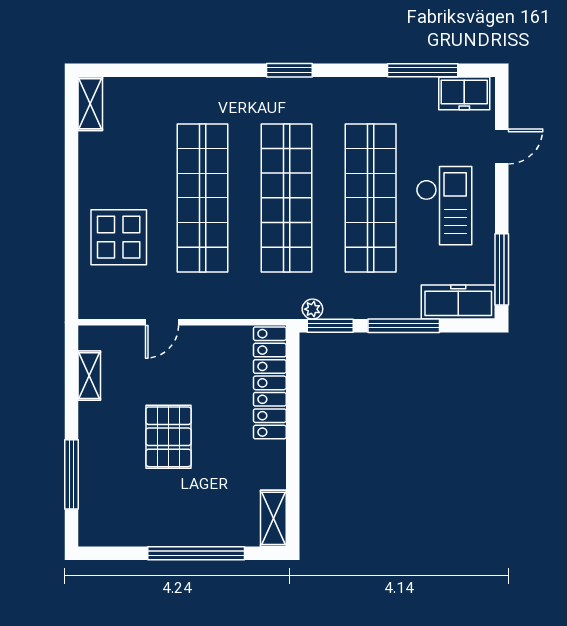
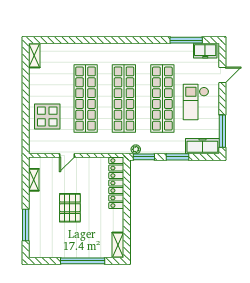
window: (289, 70) -> (125, 40), removed
checkout: (444, 206) -> (196, 102), turned 180
window: (404, 326) -> (177, 157), width x0.69

